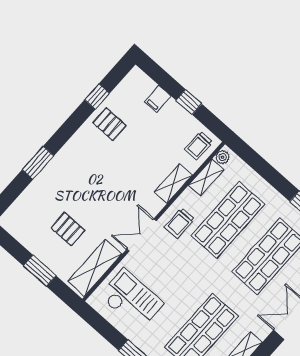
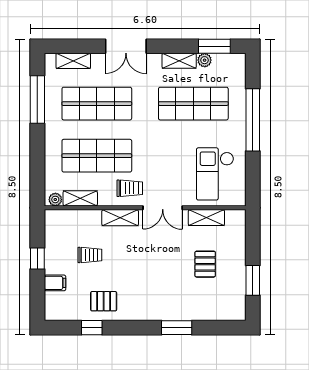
pallet: (109, 124) -> (104, 301), turned 90
trolley: (198, 146) -> (90, 255), moved
shelving: (173, 184) -> (120, 218), moved
shelving: (95, 268) -> (206, 218), width x0.67, depth x0.75
window: (40, 271) -> (253, 280), moved

